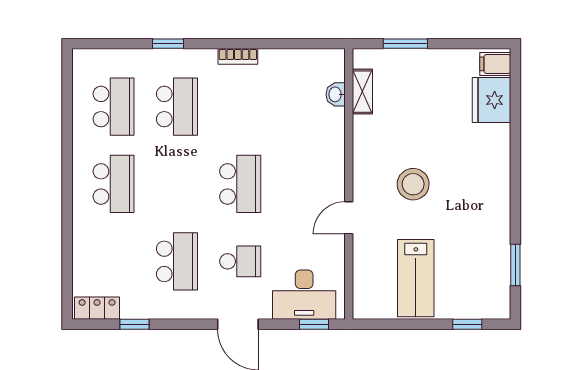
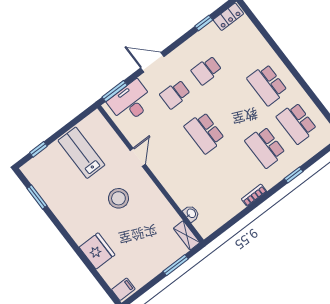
shelving: (362, 92) -> (187, 235), moved
fridge: (491, 100) -> (97, 251), moved
school desk: (177, 261) -> (206, 70), width x0.54
window: (314, 324) -> (115, 91), width x1.50

